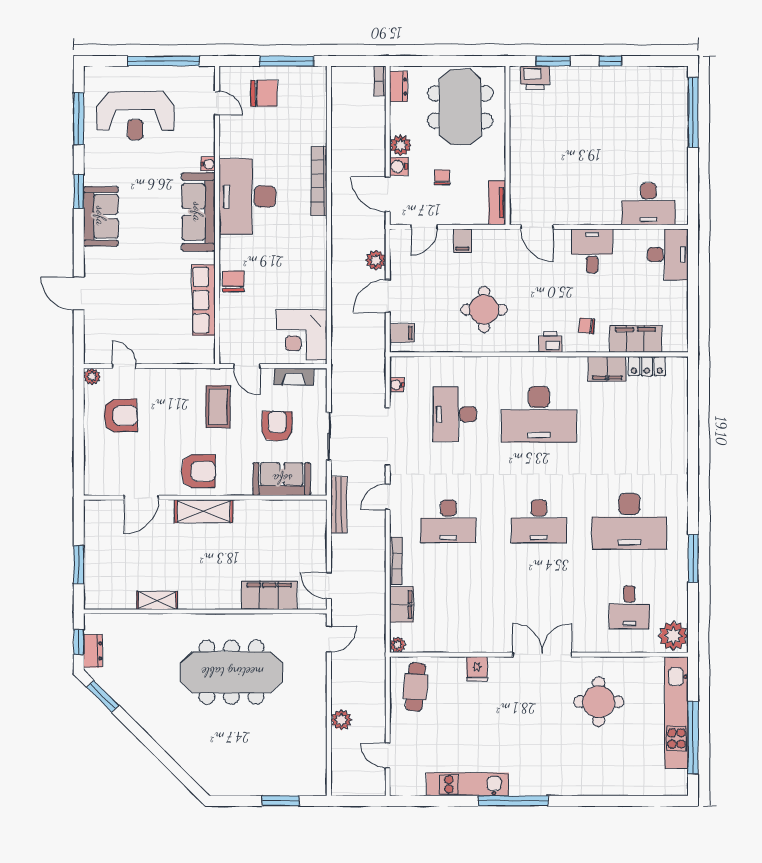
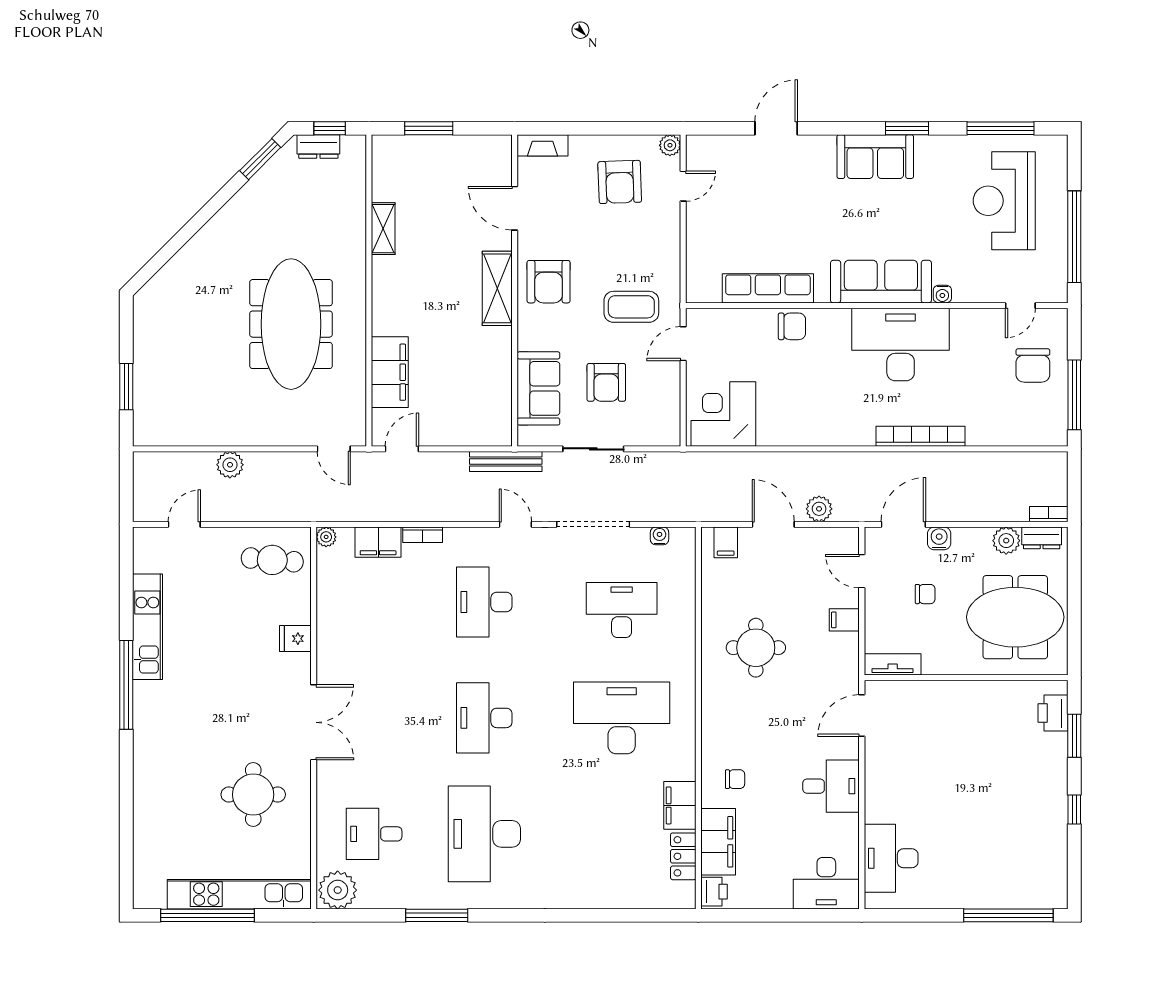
plant: (400, 145) -> (1006, 541), moved
chair: (587, 326) -> (735, 779), turned 83
printer: (550, 342) -> (714, 892), moved
fireplace: (294, 377) -> (543, 145), moved, turned -90
desk: (539, 414) -> (622, 718), turned 90
armchair: (277, 426) -> (606, 382), turned 89
bookcase: (396, 561) -> (423, 535), width x0.64

